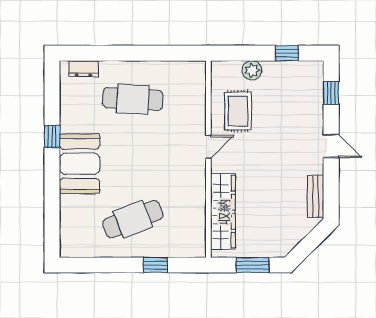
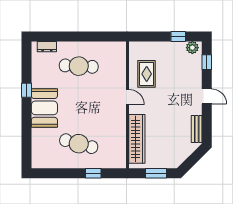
plant: (252, 70) -> (192, 48), moved
door: (208, 147) -> (127, 97), hinge flipped
cafe table: (133, 219) -> (79, 144), turned 36

